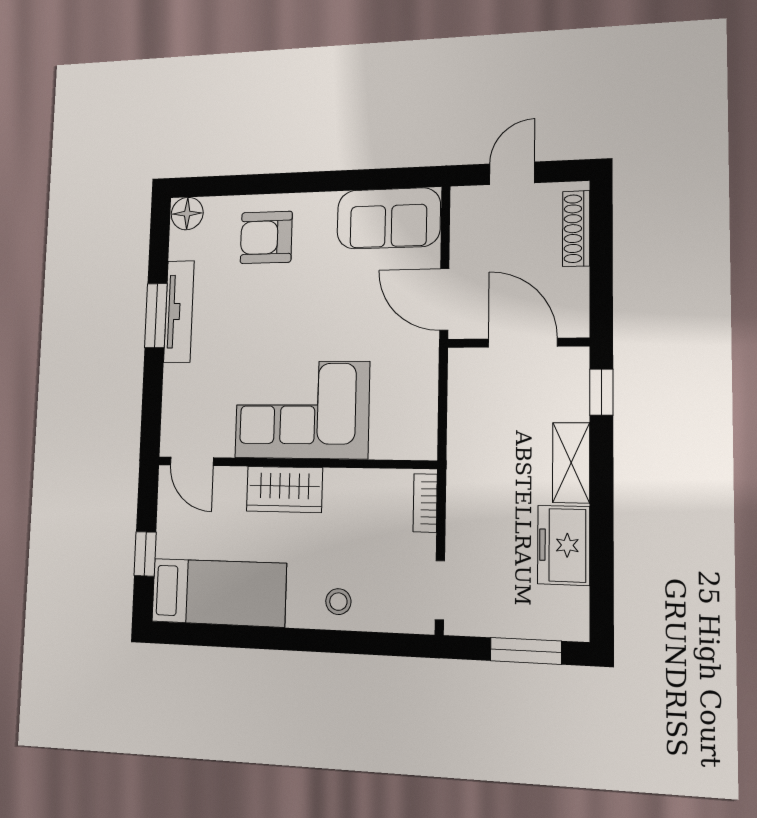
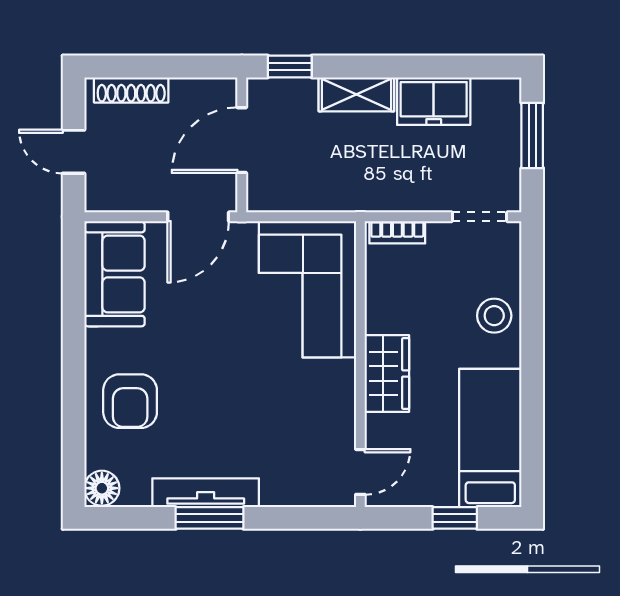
corner sofa: (302, 410) -> (307, 289), moved
stool: (338, 602) -> (494, 316), width x1.37, depth x1.37

